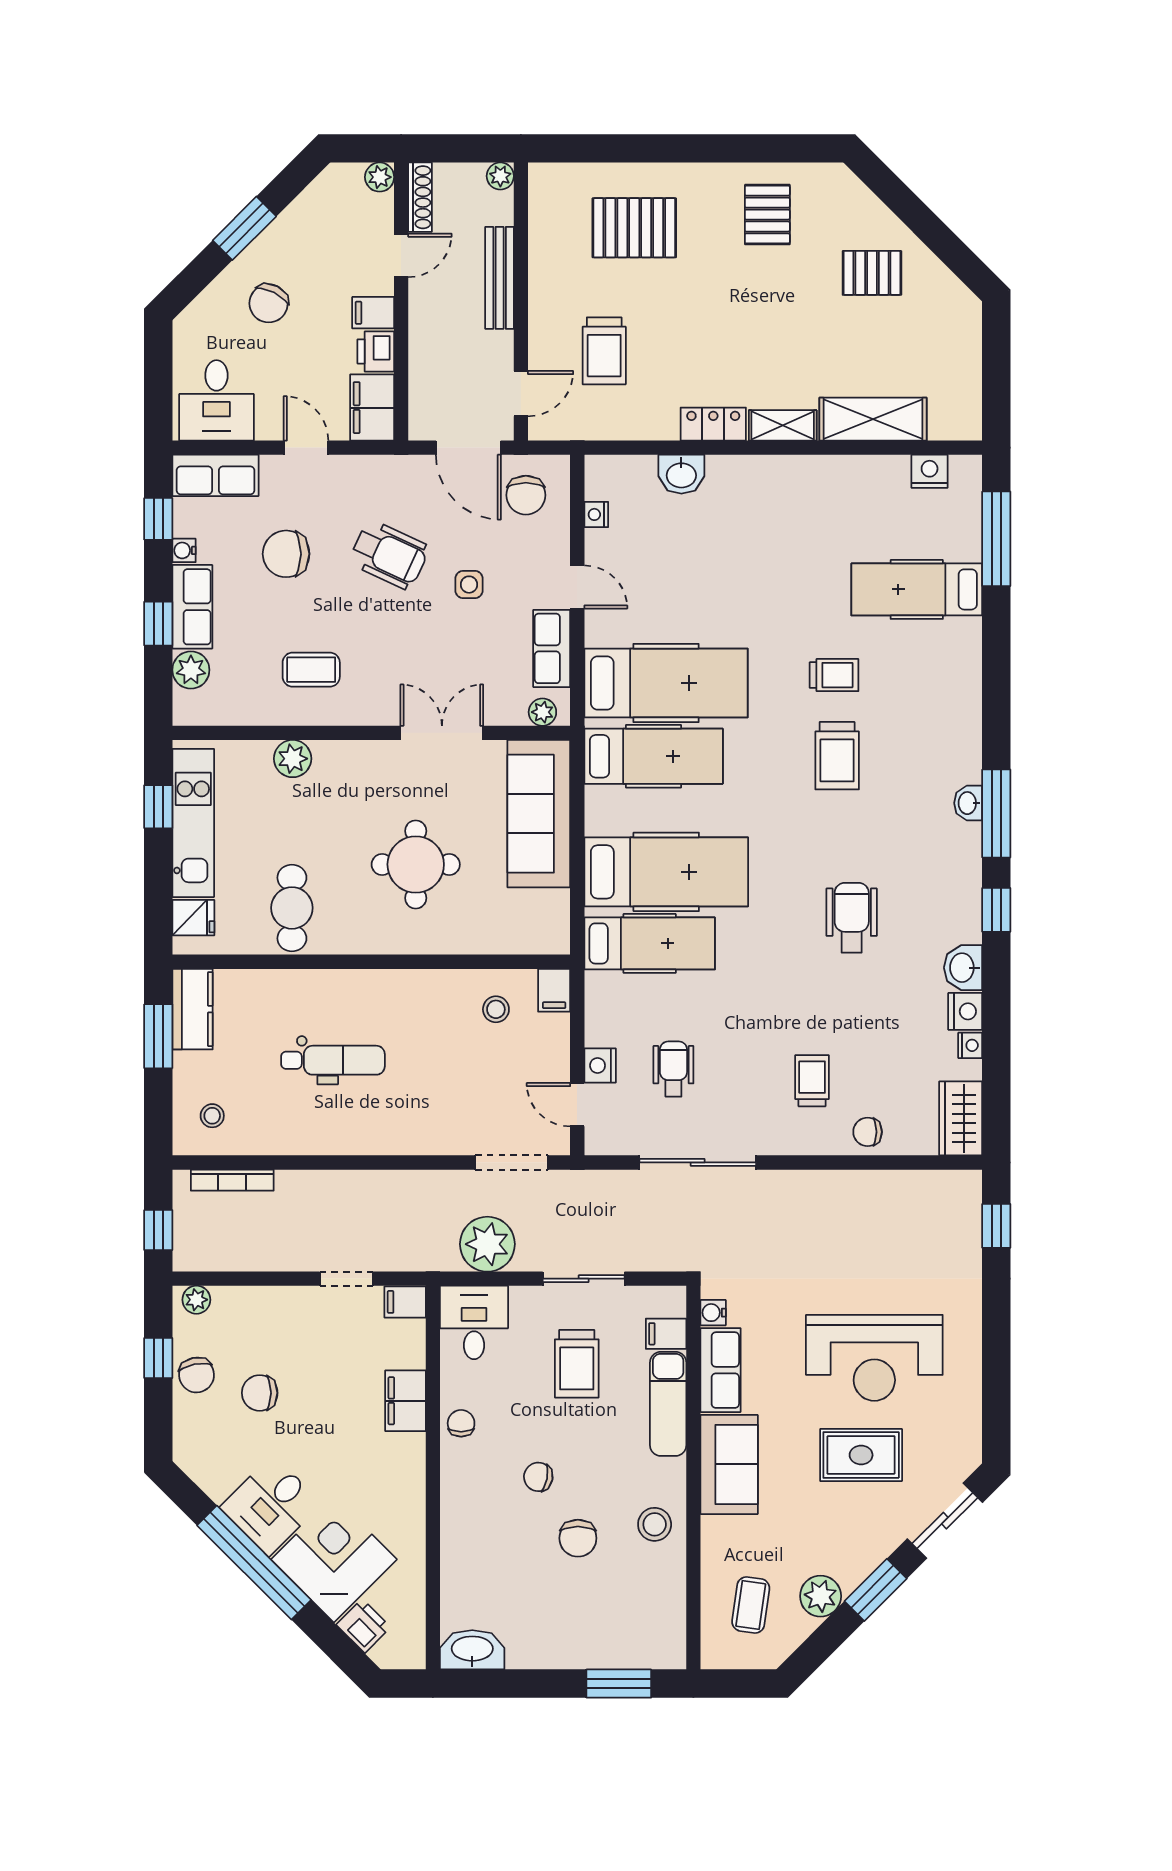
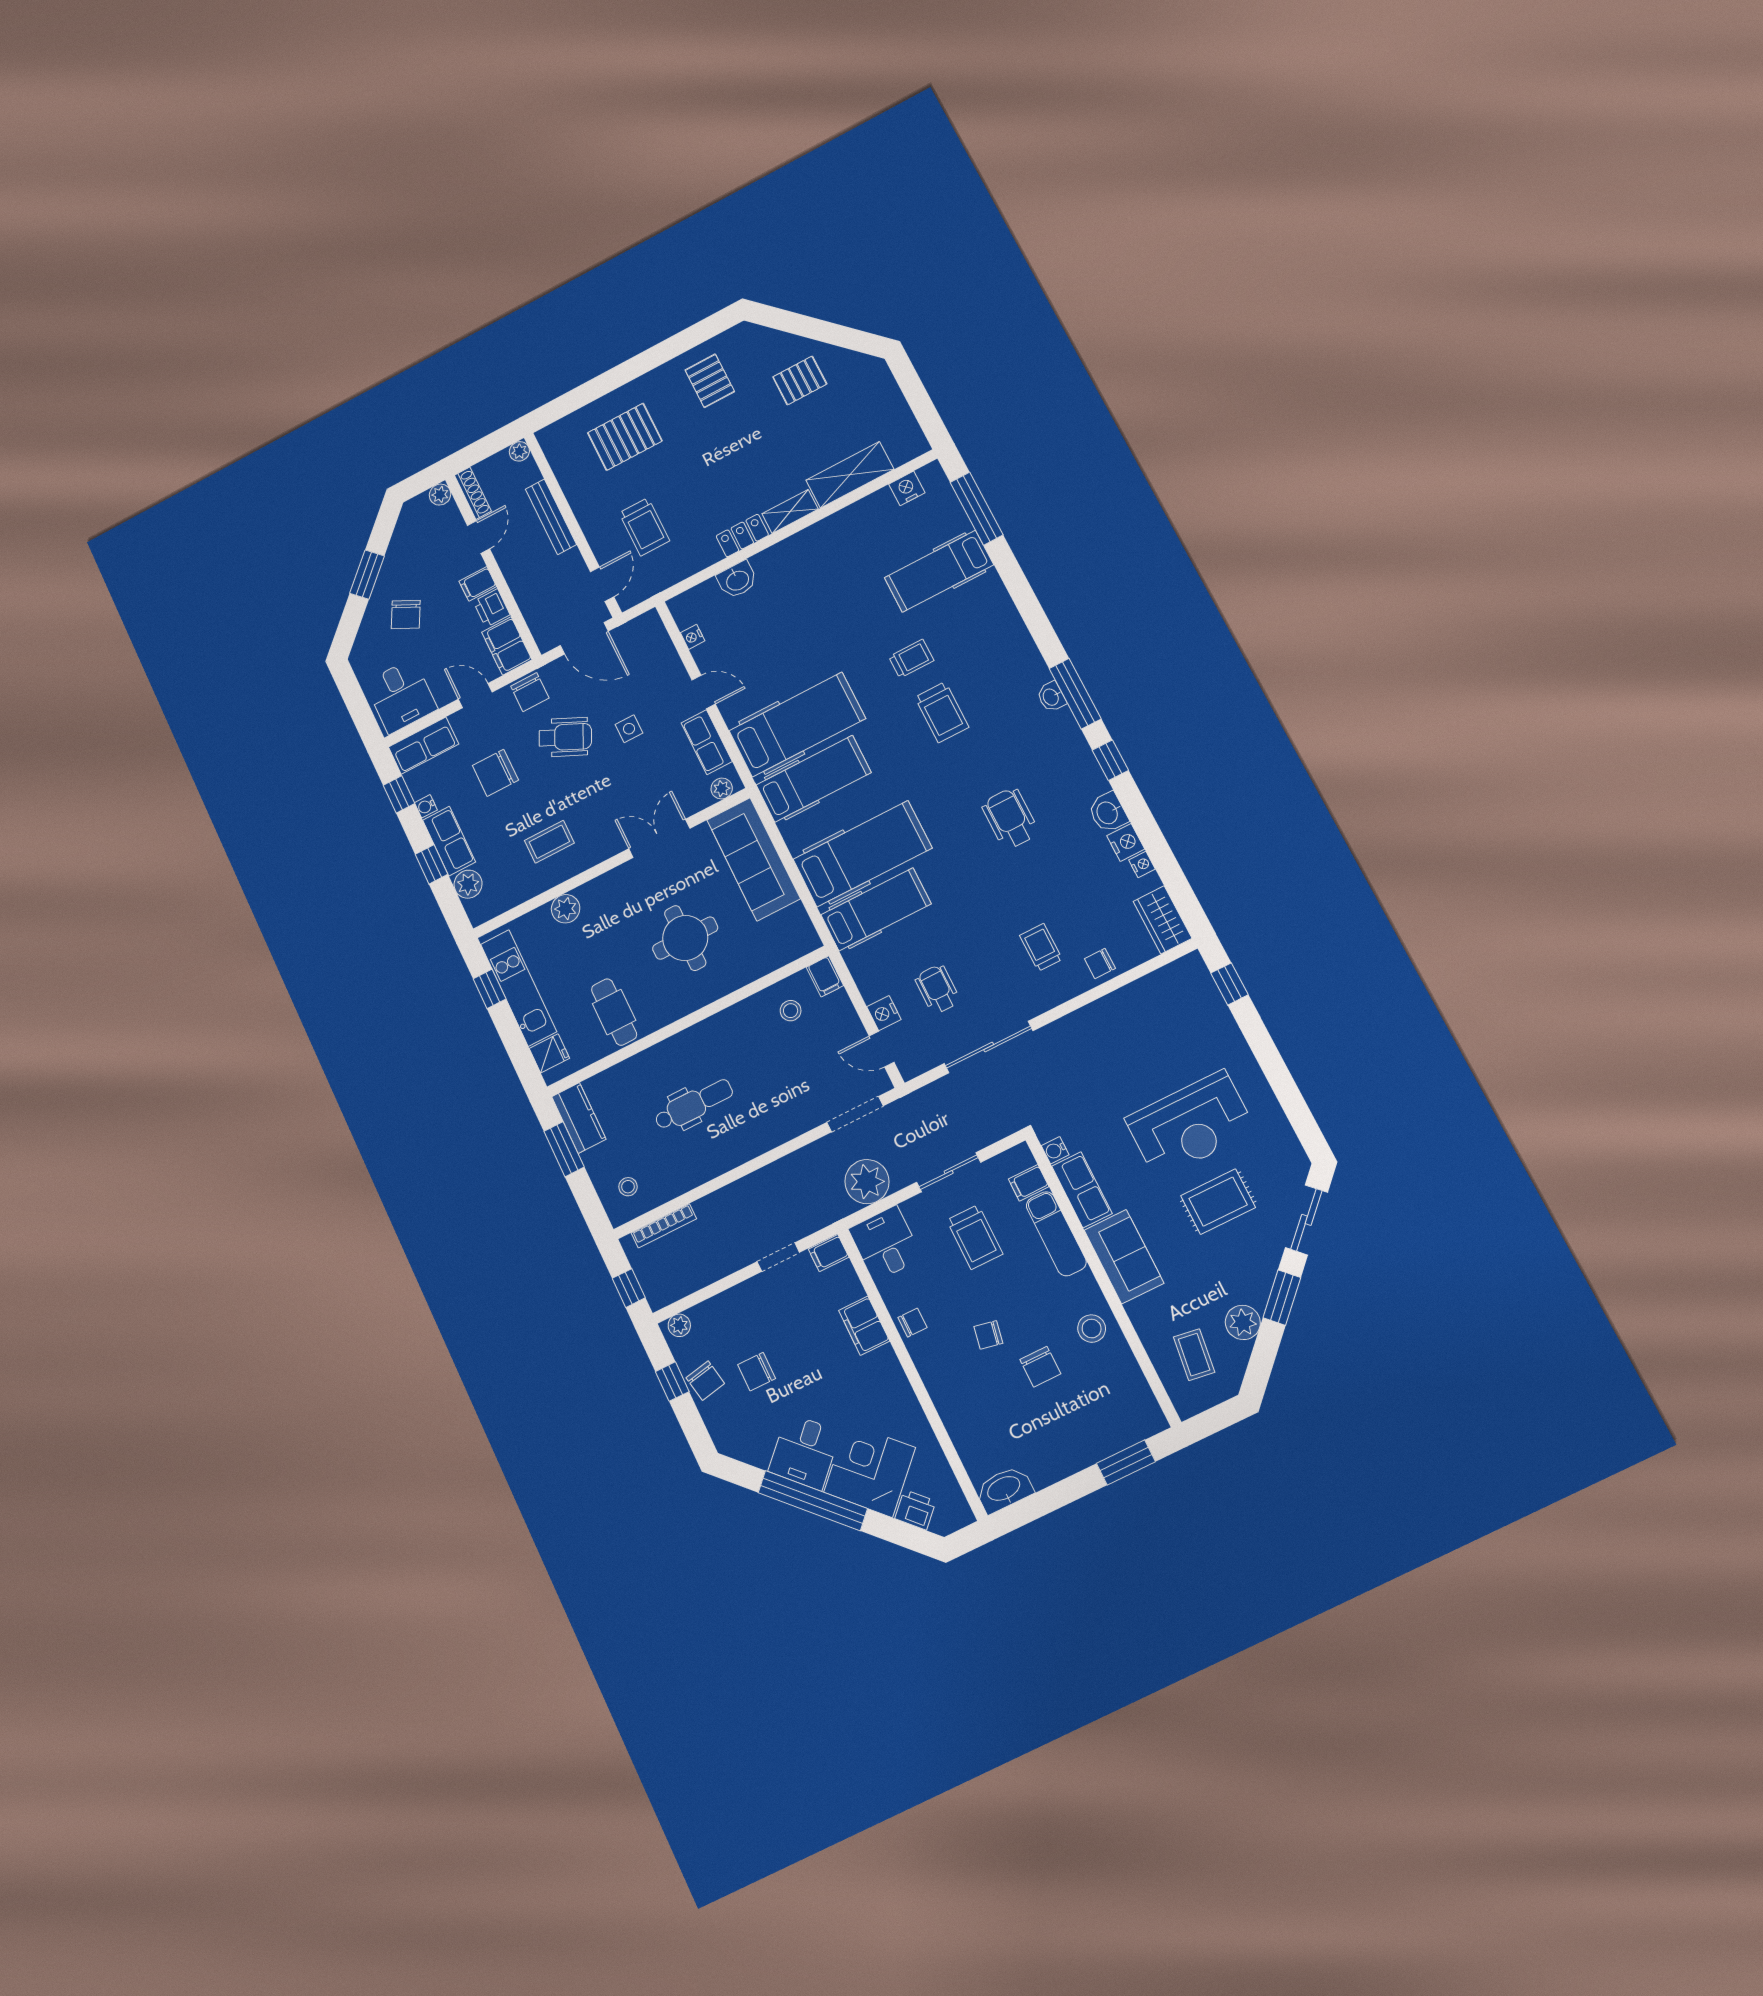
chair: (526, 495) -> (530, 692), moved
chair: (461, 1423) -> (912, 1323), turned 90

